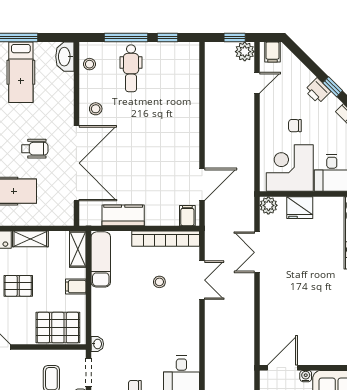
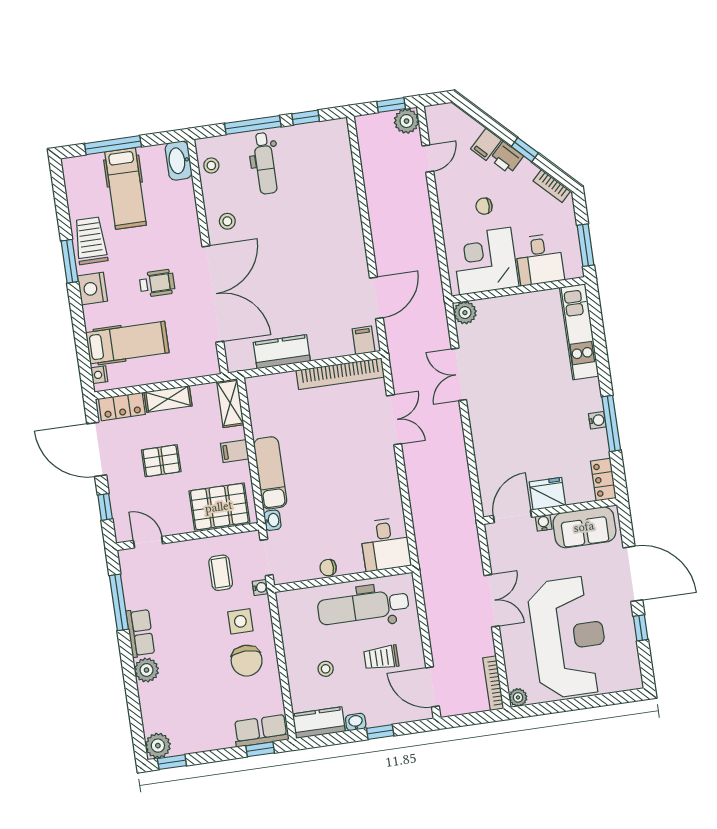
filing cabinet: (272, 52) -> (486, 144), moved, turned 45
fridge: (300, 208) -> (547, 494), moved, turned 180
exam couch: (101, 259) -> (270, 473), moved
stool: (159, 282) -> (340, 430), removed

